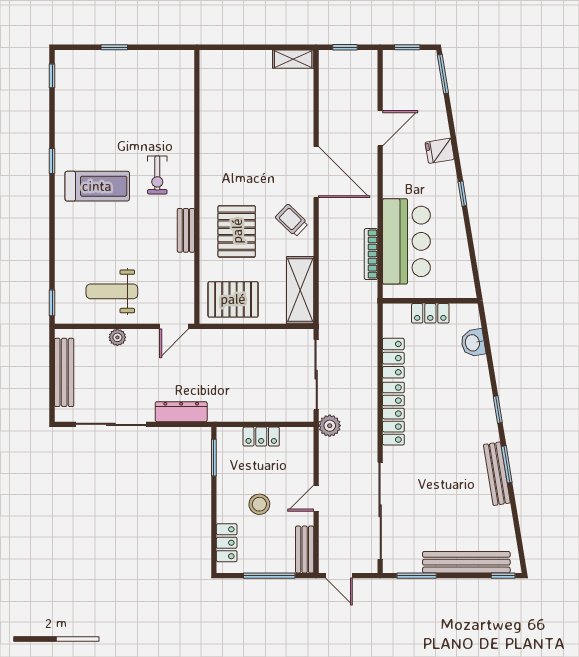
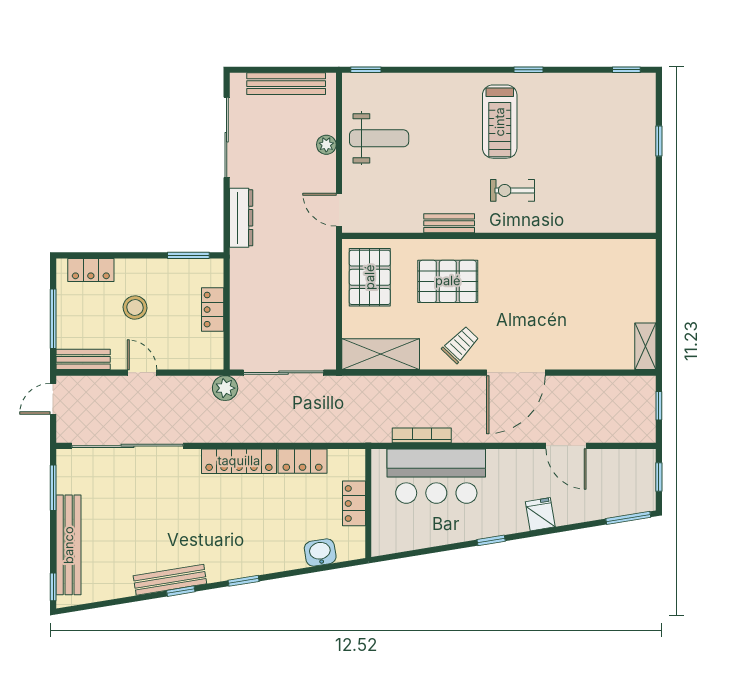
weight bench: (112, 291) -> (379, 138), turned 90
window: (507, 464) -> (181, 591), width x0.67

